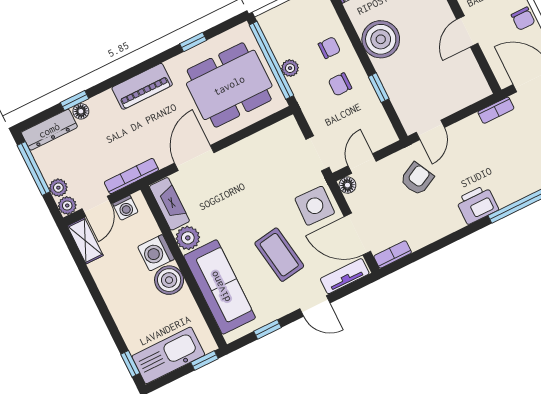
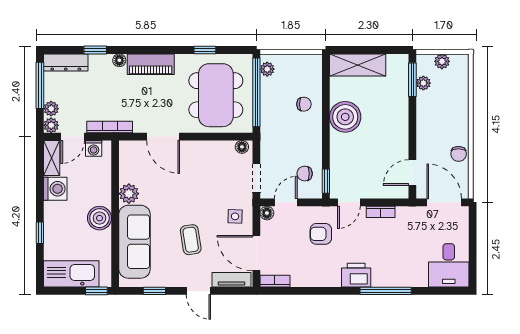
door: (467, 31) -> (412, 173), moved
plant: (290, 68) -> (267, 69), moved
chair: (340, 84) -> (305, 174), moved
dining table: (229, 85) -> (216, 95), turned 90
window: (379, 88) -> (326, 181), moved
bookcase: (496, 110) -> (381, 212), moved
floor lamp: (81, 111) -> (119, 60), moved
floor lamp: (285, 127) -> (242, 147), added
door: (194, 158) -> (163, 137), swing flipped
armchair: (417, 179) -> (321, 234), turned -153
fireplace: (169, 204) -> (128, 162), removed
side table: (315, 206) -> (235, 216), width x0.54, depth x0.54
washing machine: (156, 253) -> (55, 189), moved, turned 180
coffee table: (279, 255) -> (191, 240), width x0.73, depth x0.77
window: (130, 364) -> (40, 233), moved

